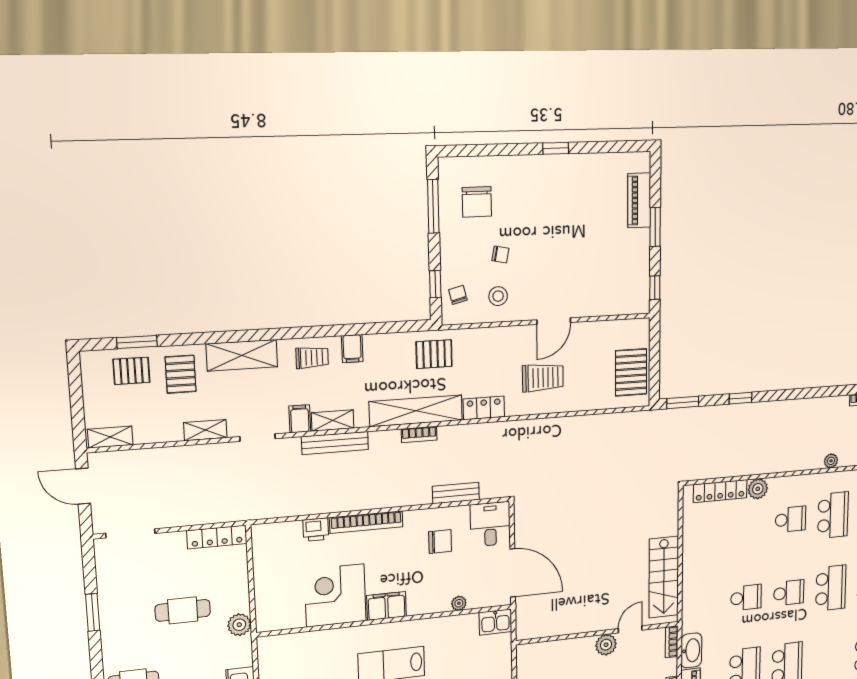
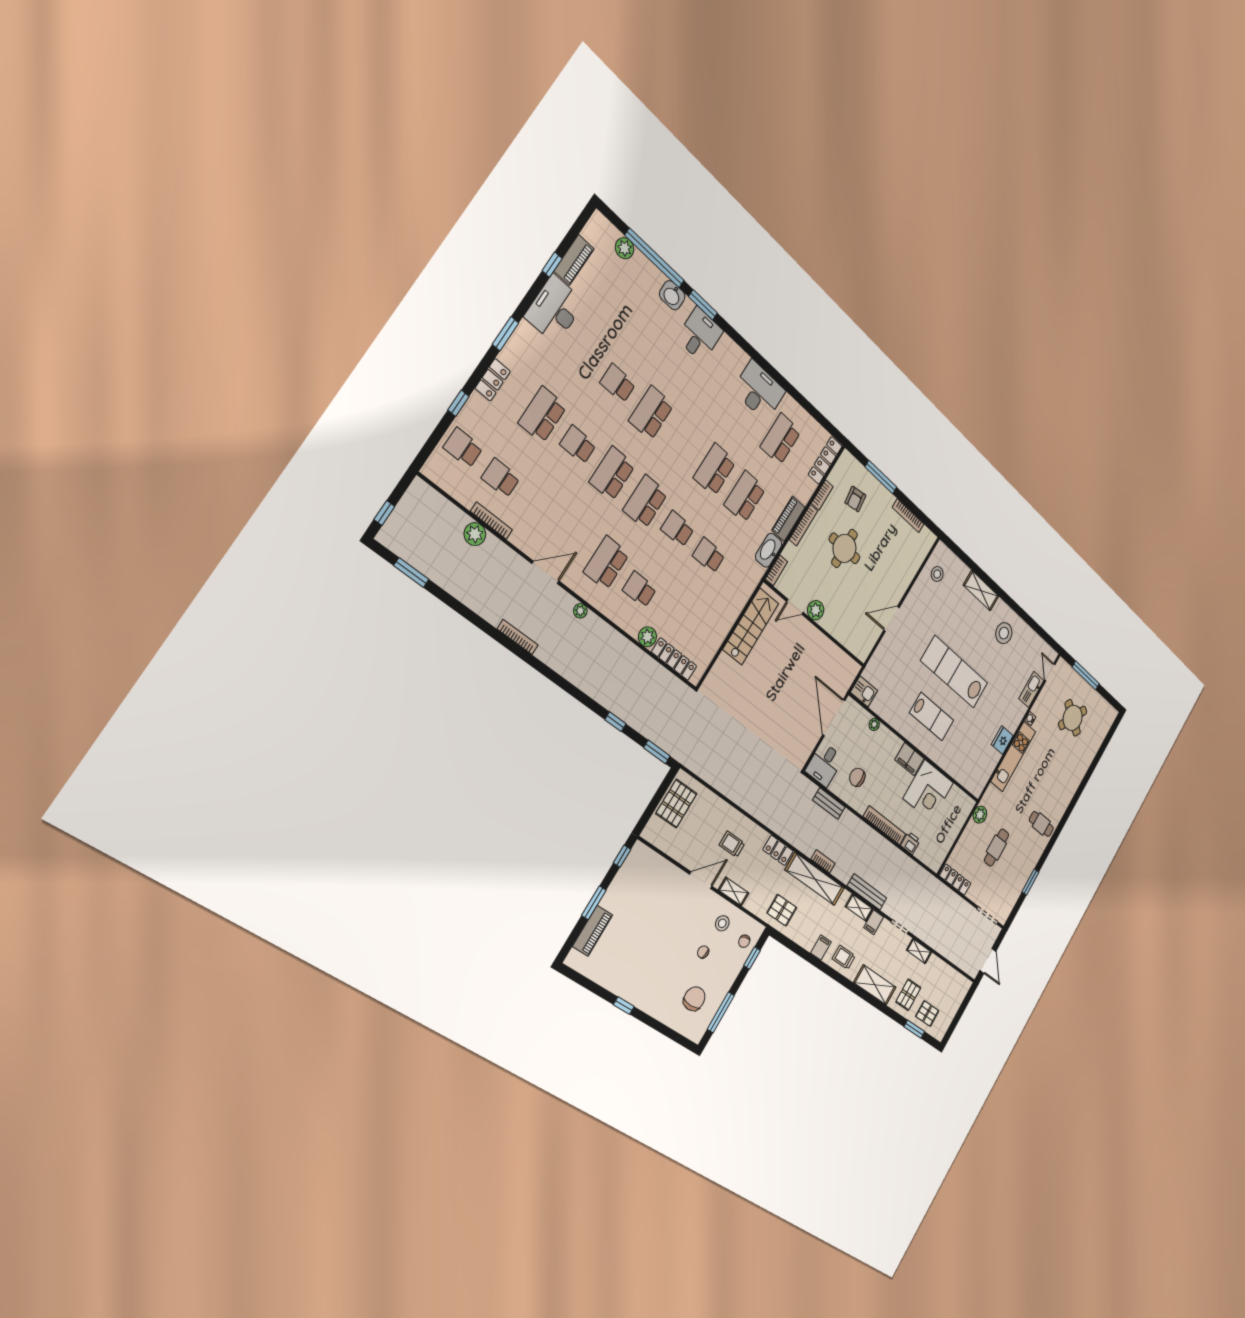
trolley: (543, 378) -> (732, 844), width x0.73, depth x0.72
shelving: (110, 437) -> (734, 891), moved
cafe table: (183, 610) -> (997, 848), turned 90

